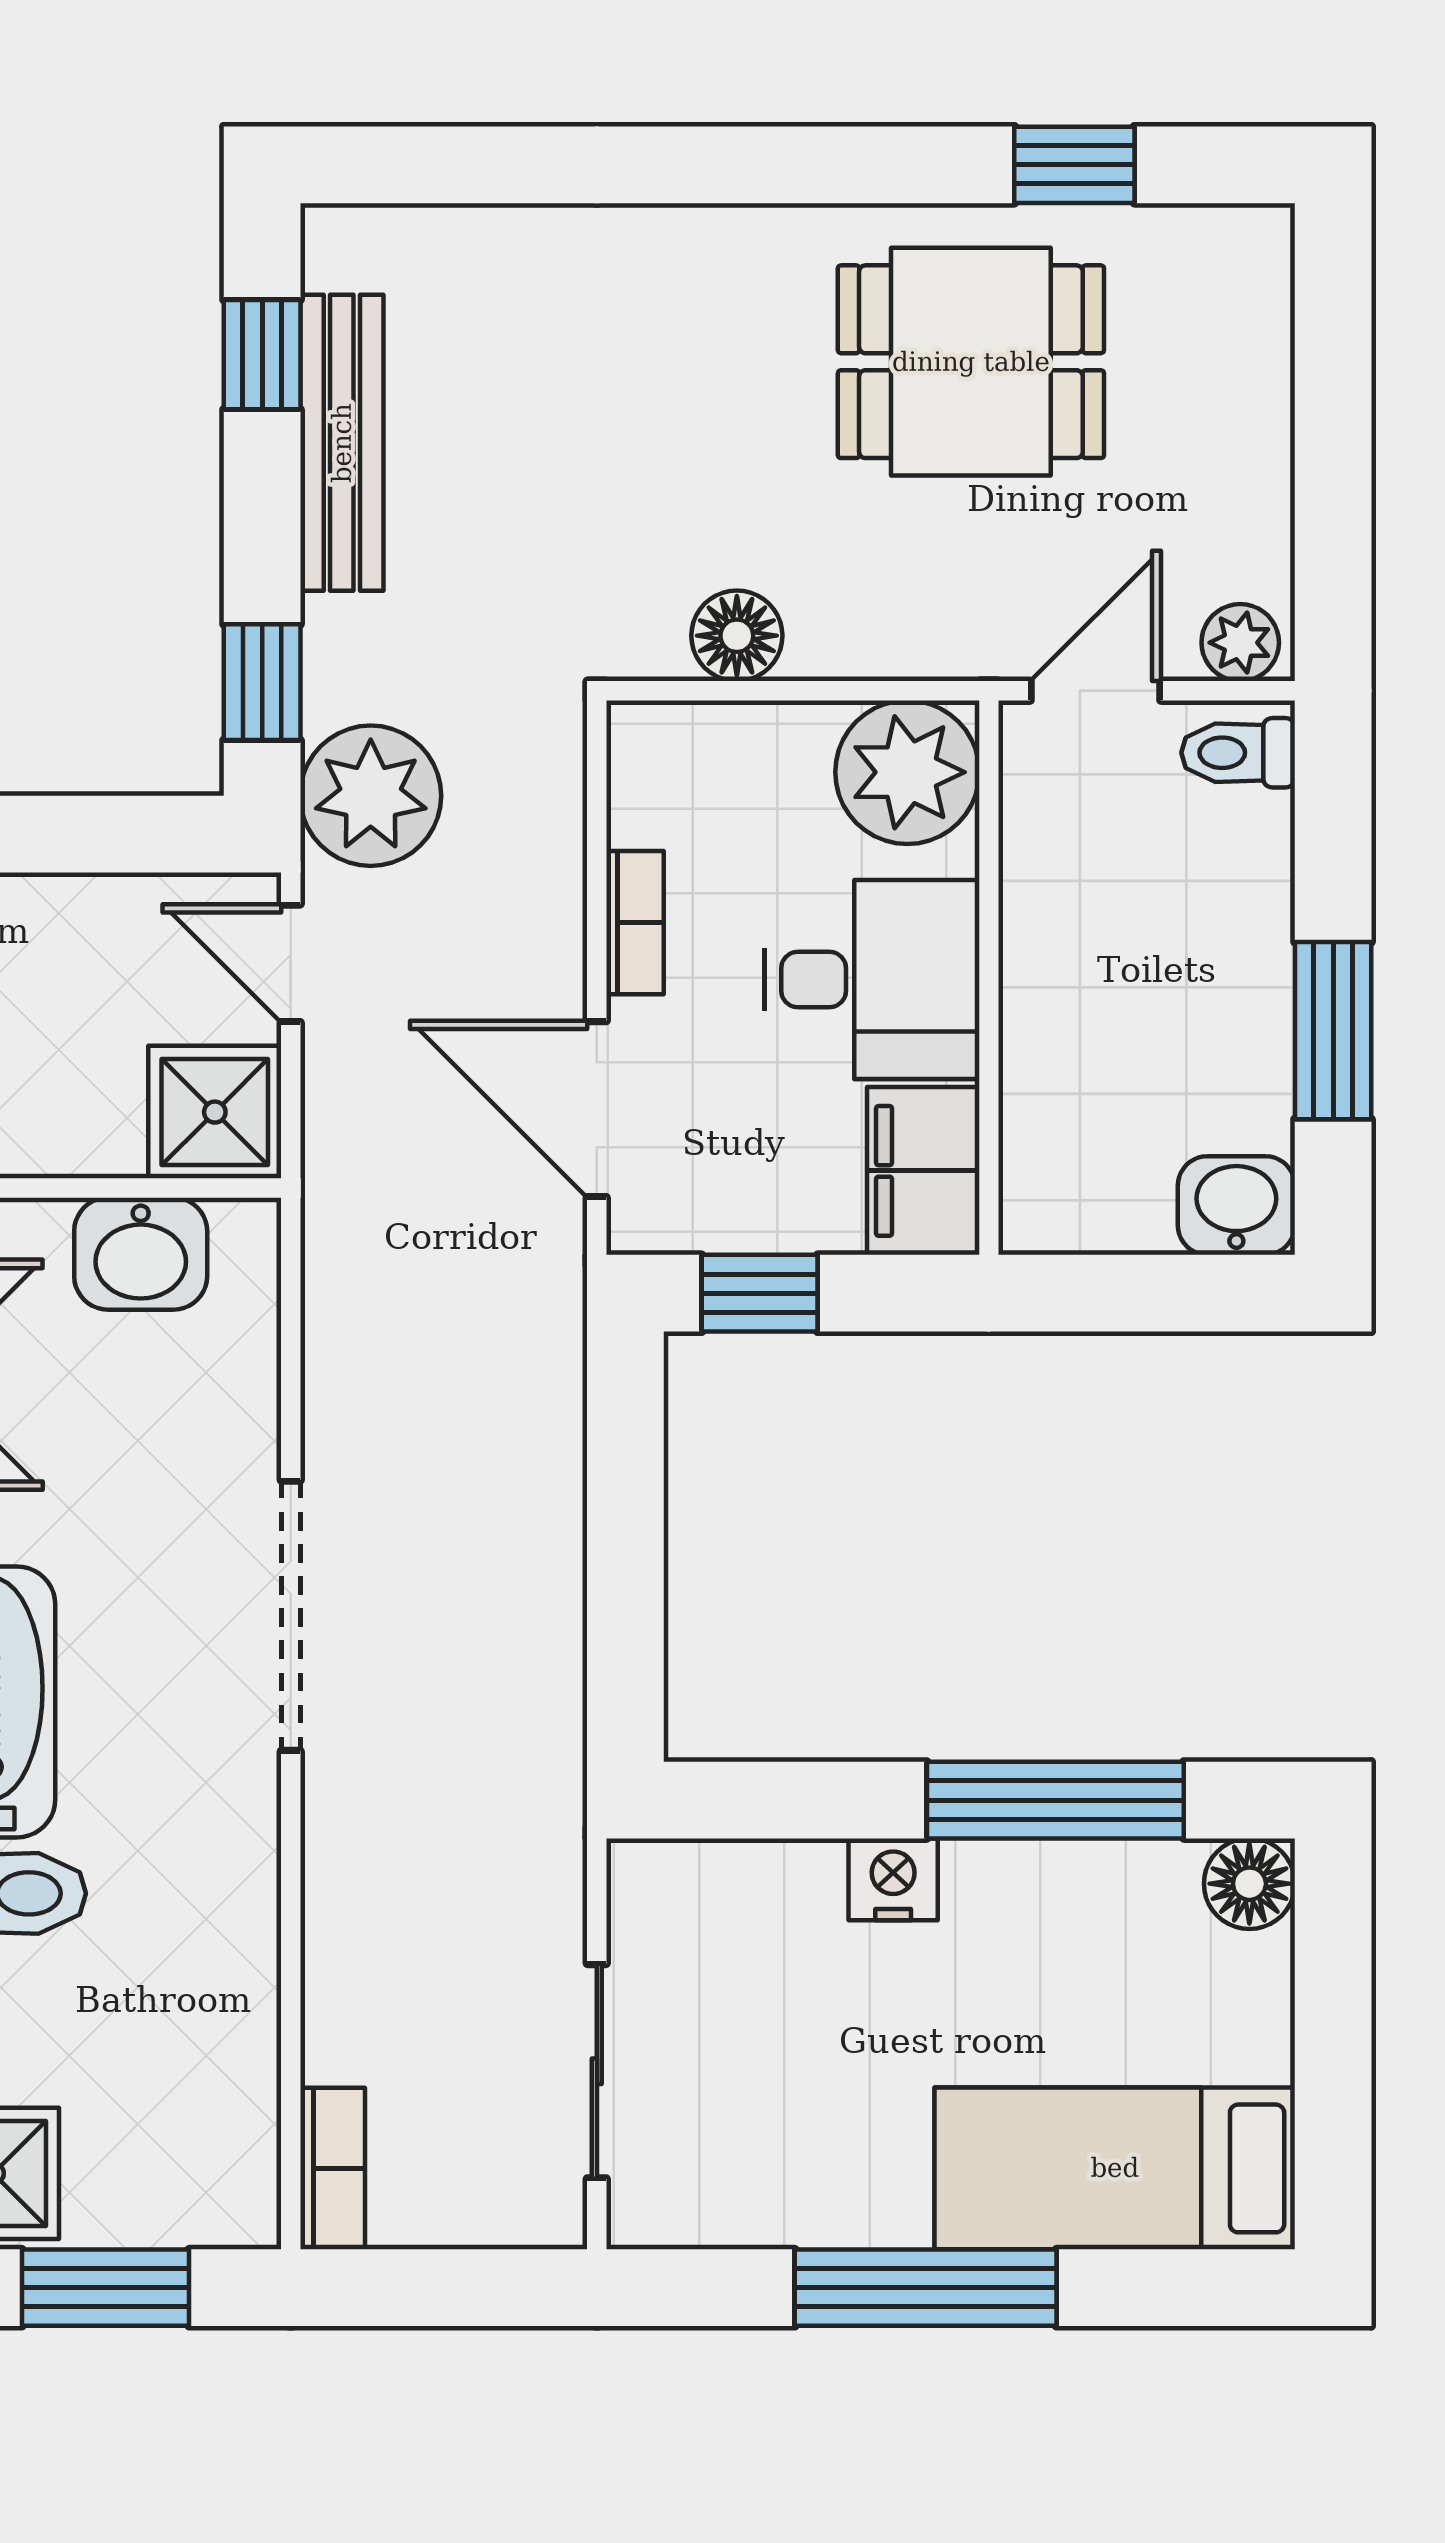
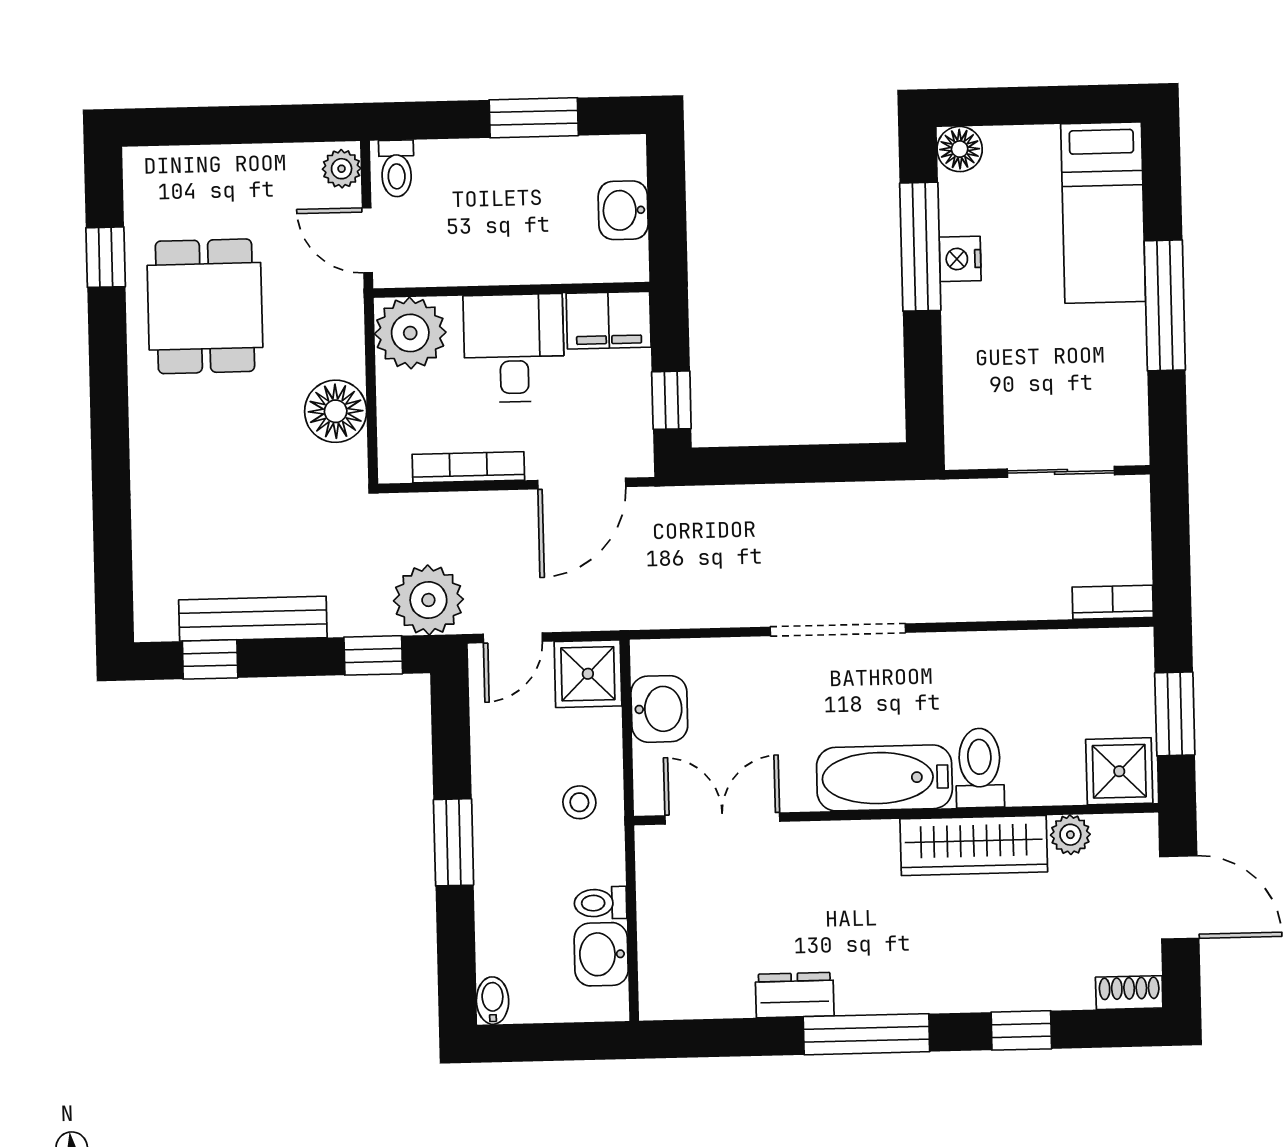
floor lamp: (737, 636) -> (336, 411), width x1.38, depth x1.38
bookcase: (635, 923) -> (468, 467), width x1.56
washbasin: (1236, 1205) -> (623, 210), moved
nightstand: (893, 1879) -> (960, 259), moved

